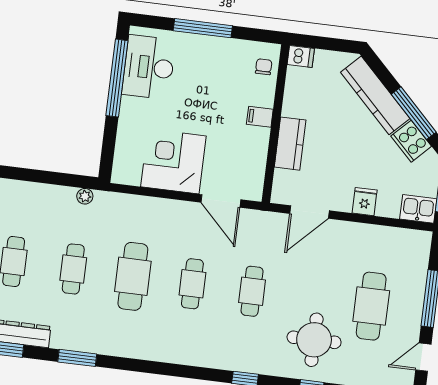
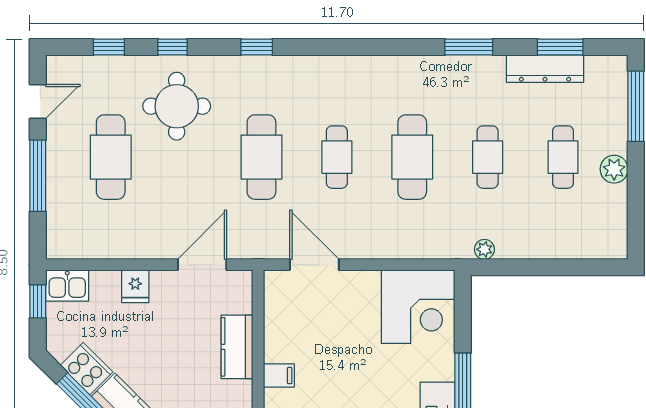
corner desk: (173, 161) -> (418, 307), moved
cafe table: (252, 291) -> (261, 157), width x1.37, depth x1.35

